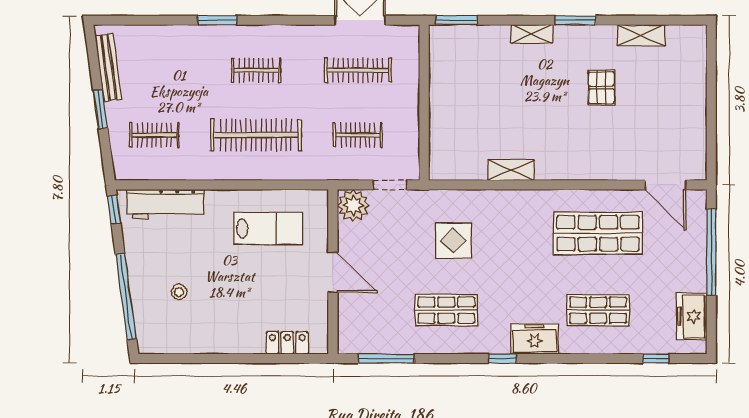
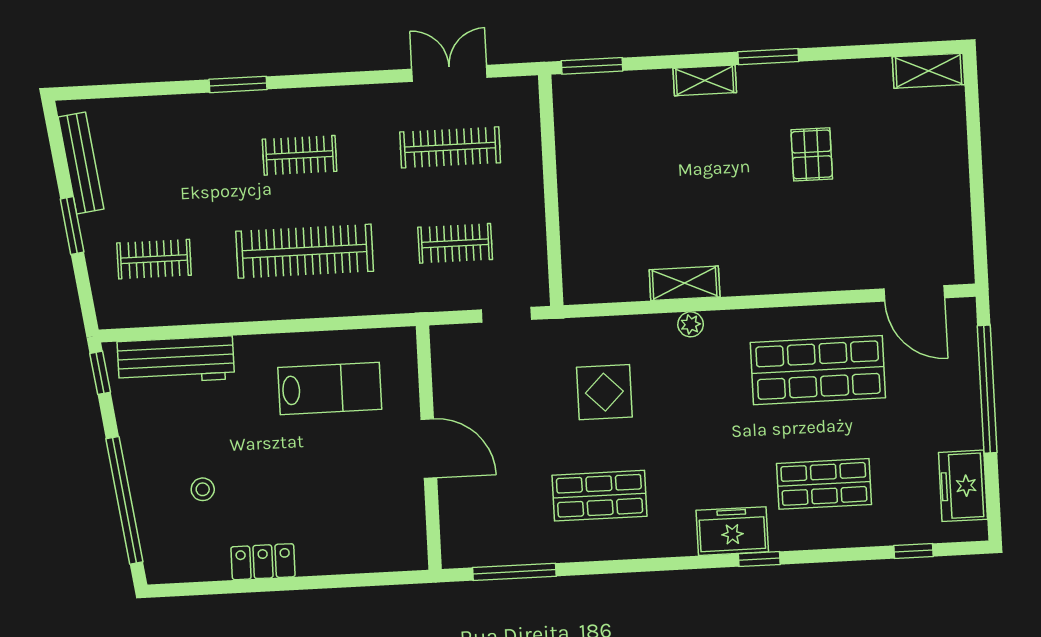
shelving: (641, 35) -> (929, 71), moved
plant: (353, 205) -> (691, 324), moved, width x0.53, depth x0.53
locker: (287, 343) -> (263, 562), moved
window: (502, 359) -> (759, 559), moved

